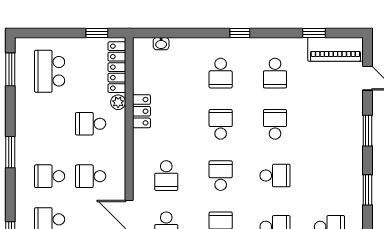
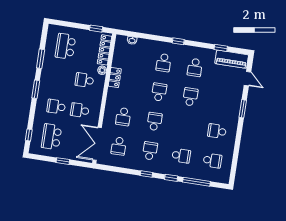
window: (10, 69) -> (41, 59), moved
school desk: (275, 176) -> (217, 131), moved, turned 180
window: (367, 190) -> (238, 143), removed

